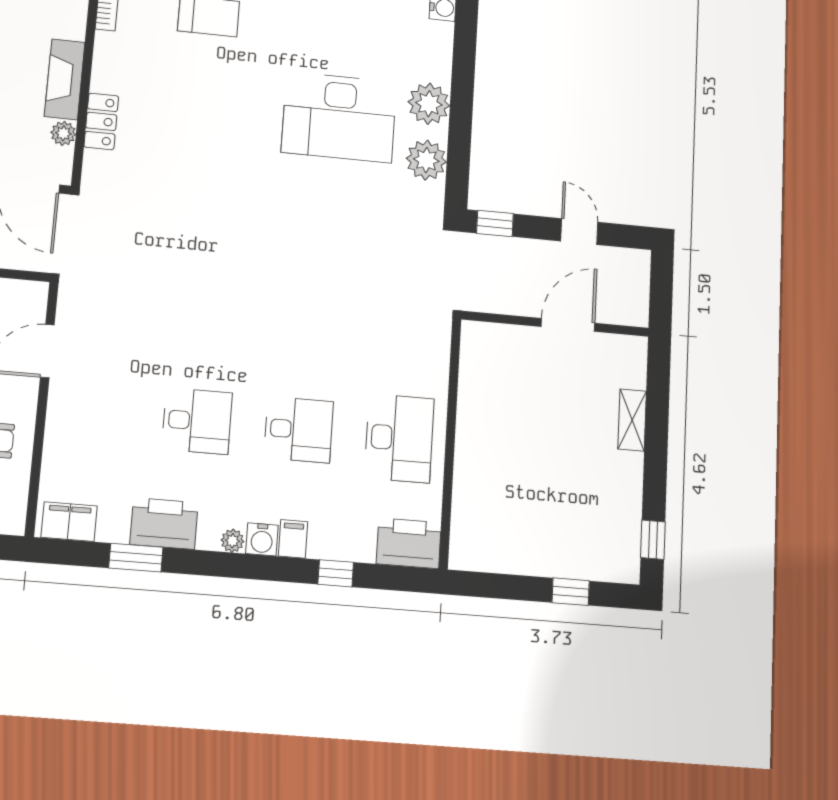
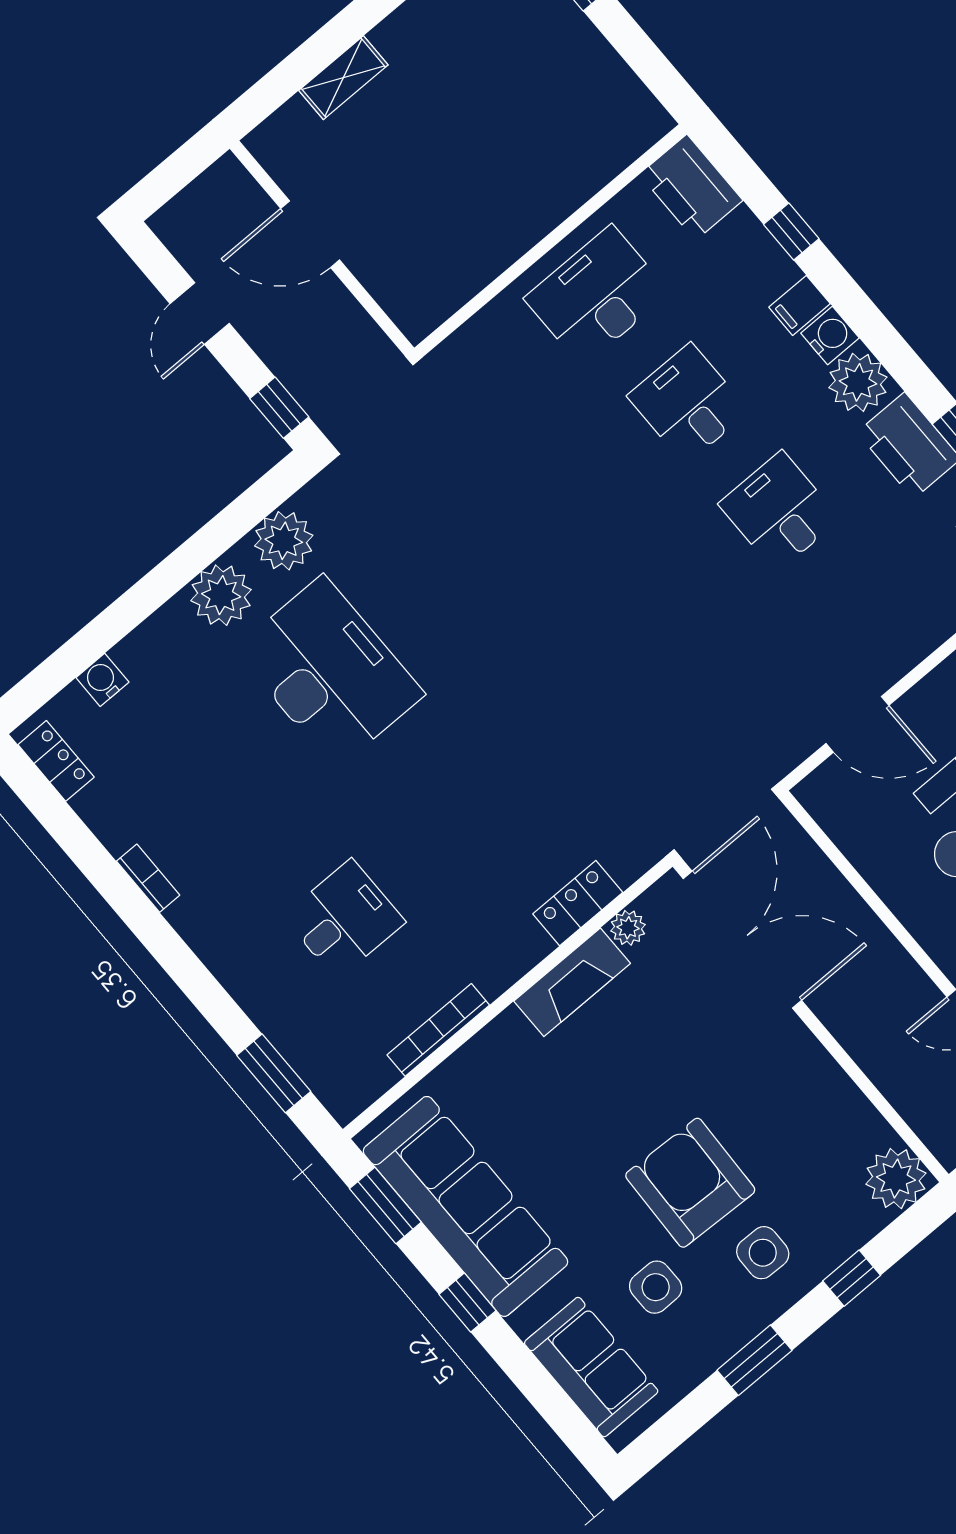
plant: (232, 541) -> (858, 382), width x1.87, depth x1.87

